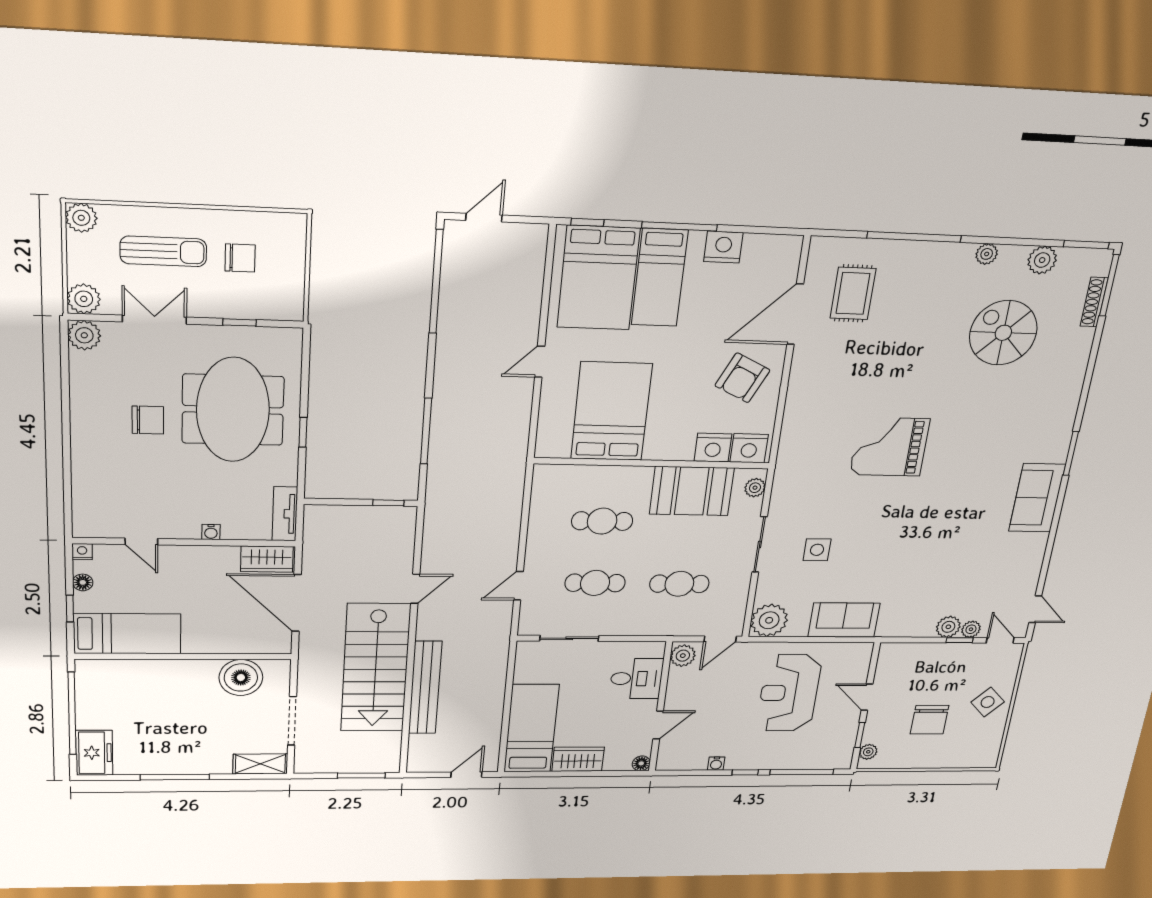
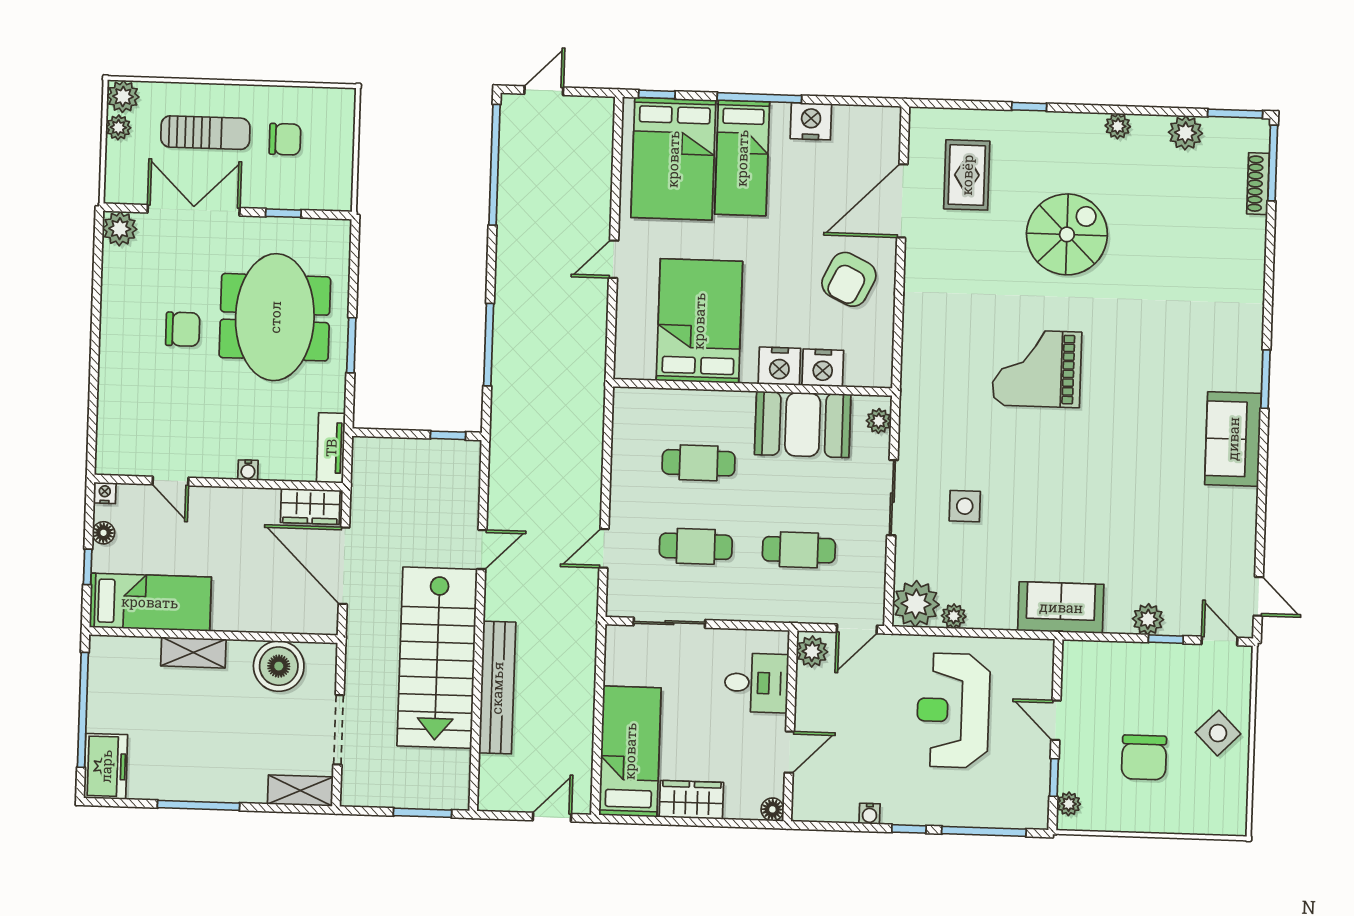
window: (914, 237) -> (1029, 107), width x0.32
plant: (84, 299) -> (118, 127), moved, width x0.73, depth x0.73
double door: (154, 320) -> (194, 210), width x1.37
spiral stairs: (1003, 333) -> (1067, 234), moved, turned 90
window: (303, 432) -> (351, 345), width x1.50
nightstand: (749, 448) -> (779, 366), moved
sofa: (844, 620) -> (1061, 607), moved
plant: (971, 629) -> (954, 616), moved
shelving: (167, 670) -> (193, 653), added

